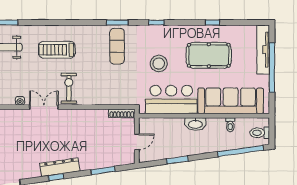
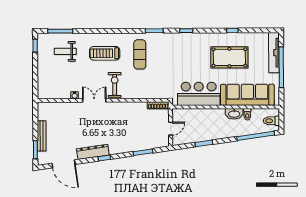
exercise mat: (117, 46) -> (140, 54), moved
stool: (159, 64) -> (188, 64), removed
washbasin: (195, 124) -> (234, 114), moved
dresser: (60, 167) -> (93, 152), moved

